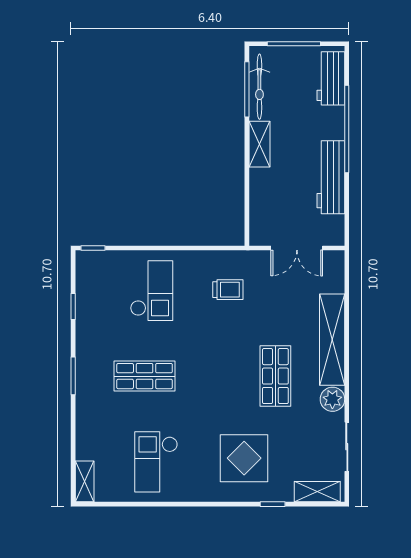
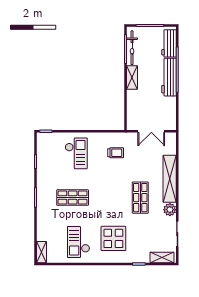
workbench: (331, 177) -> (169, 77), moved
display table: (244, 458) -> (113, 238), moved

